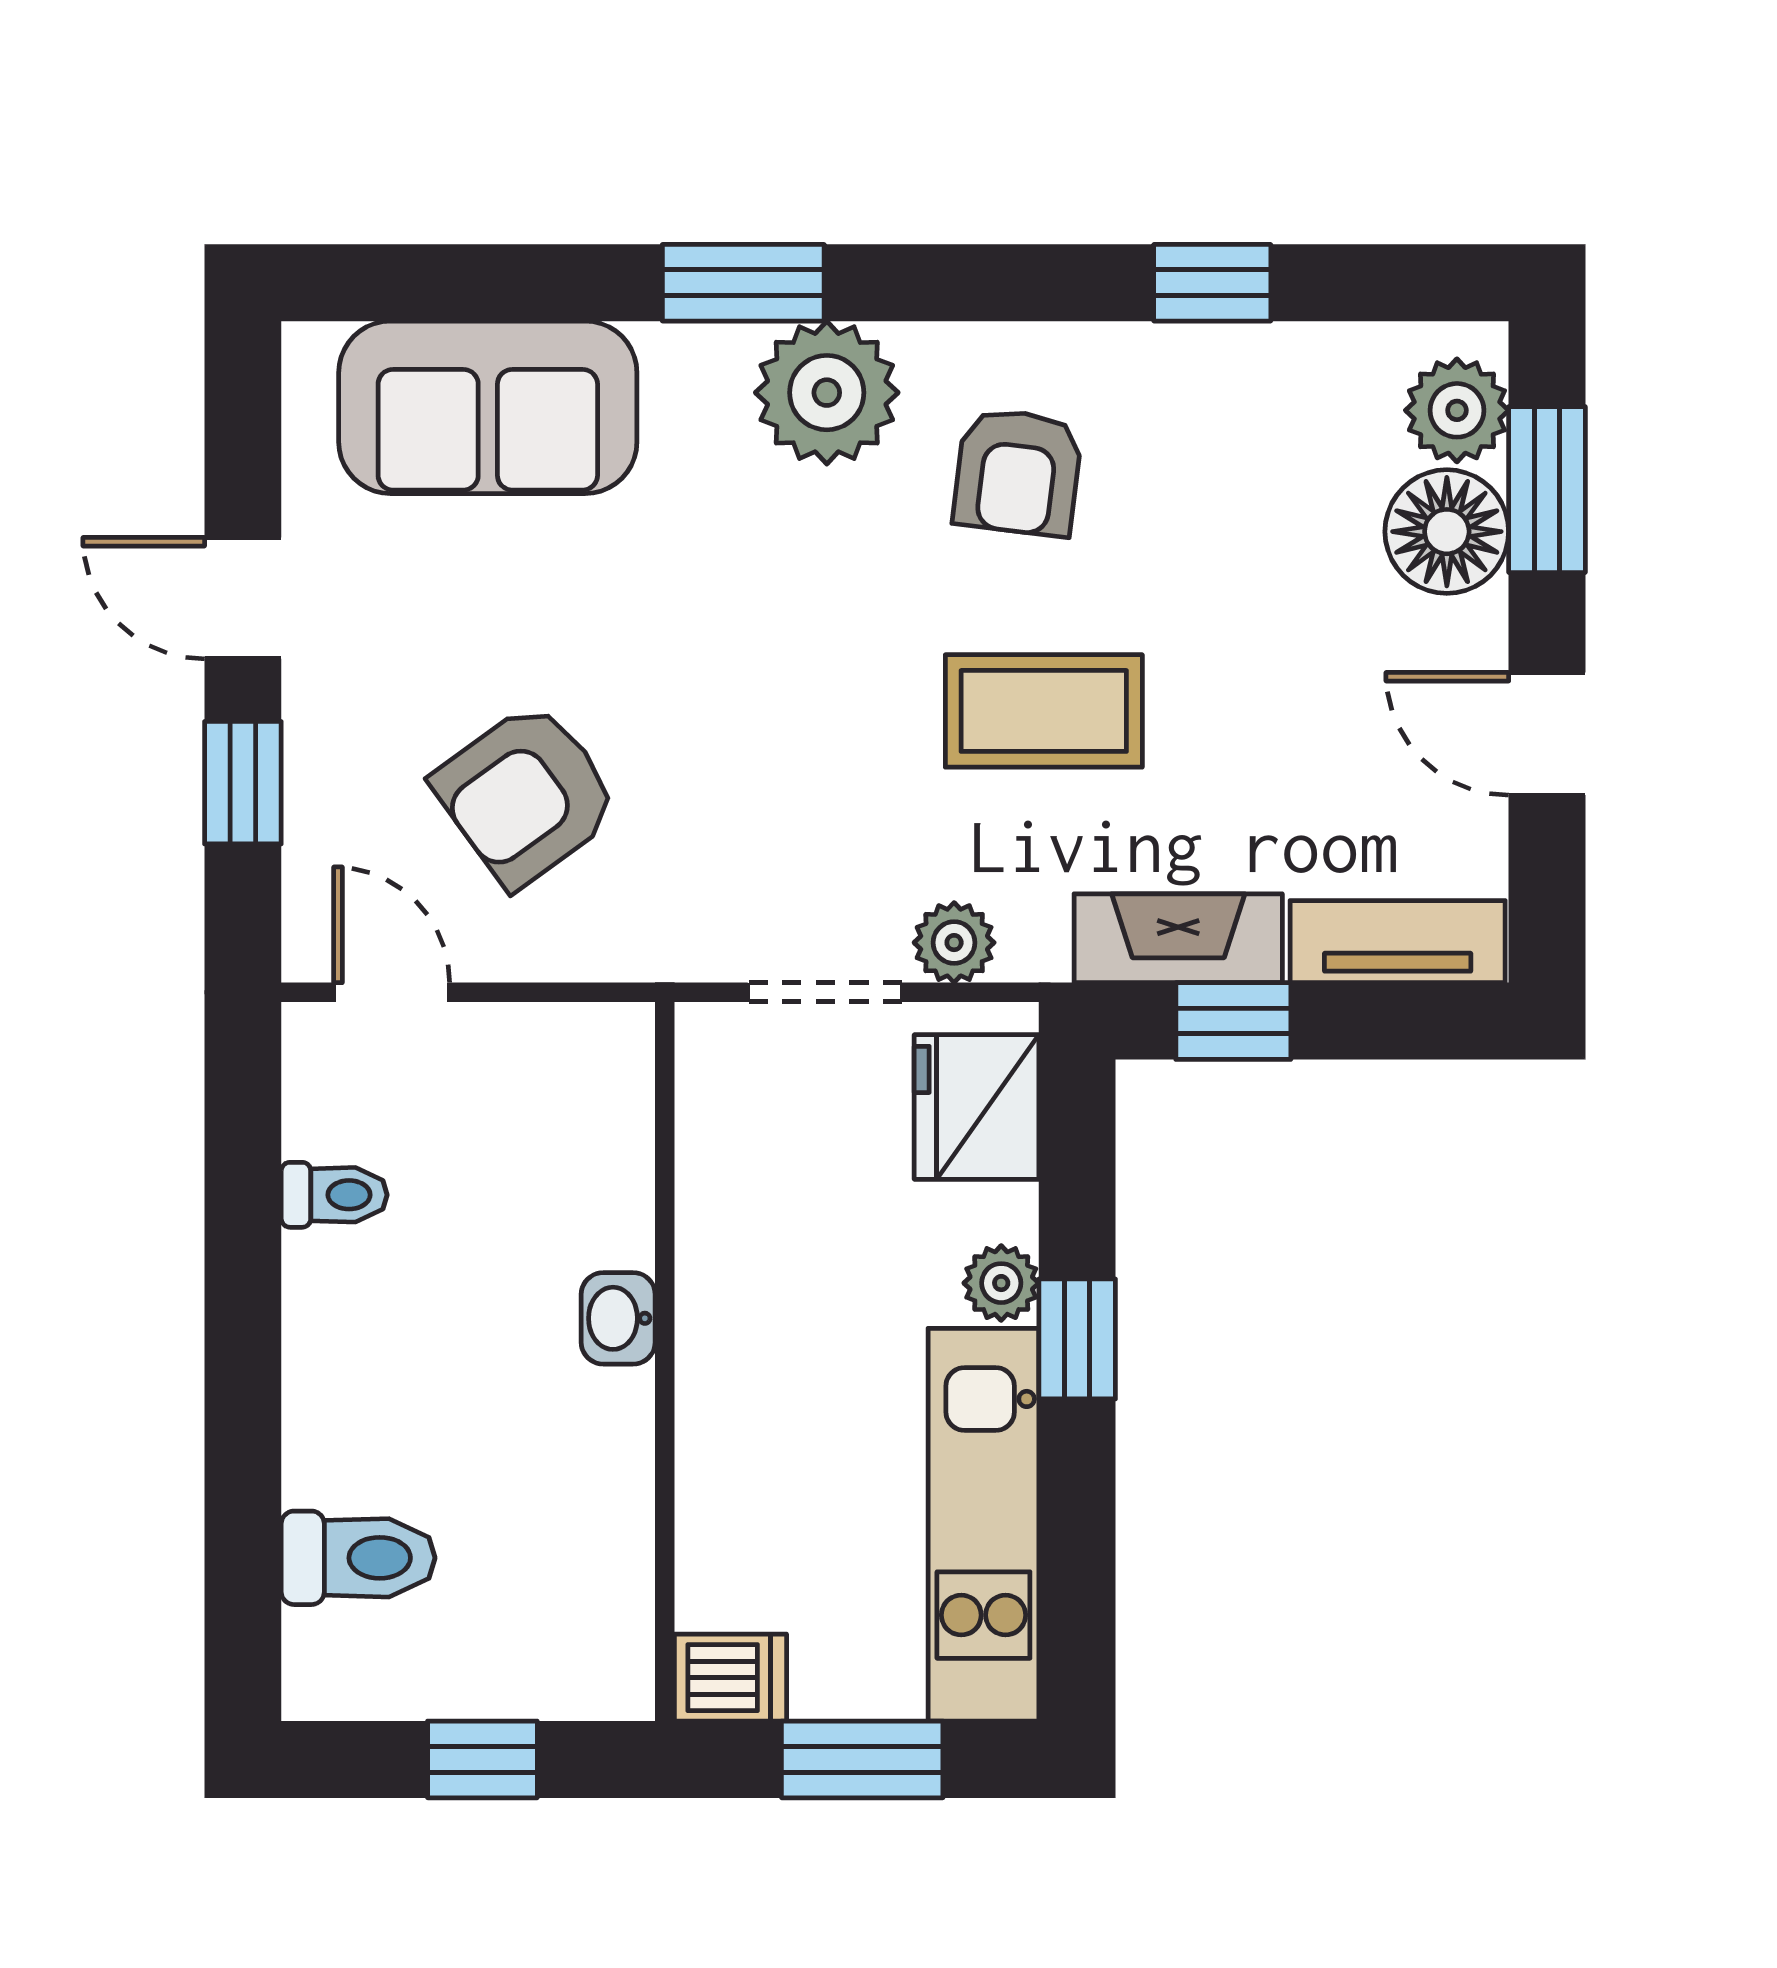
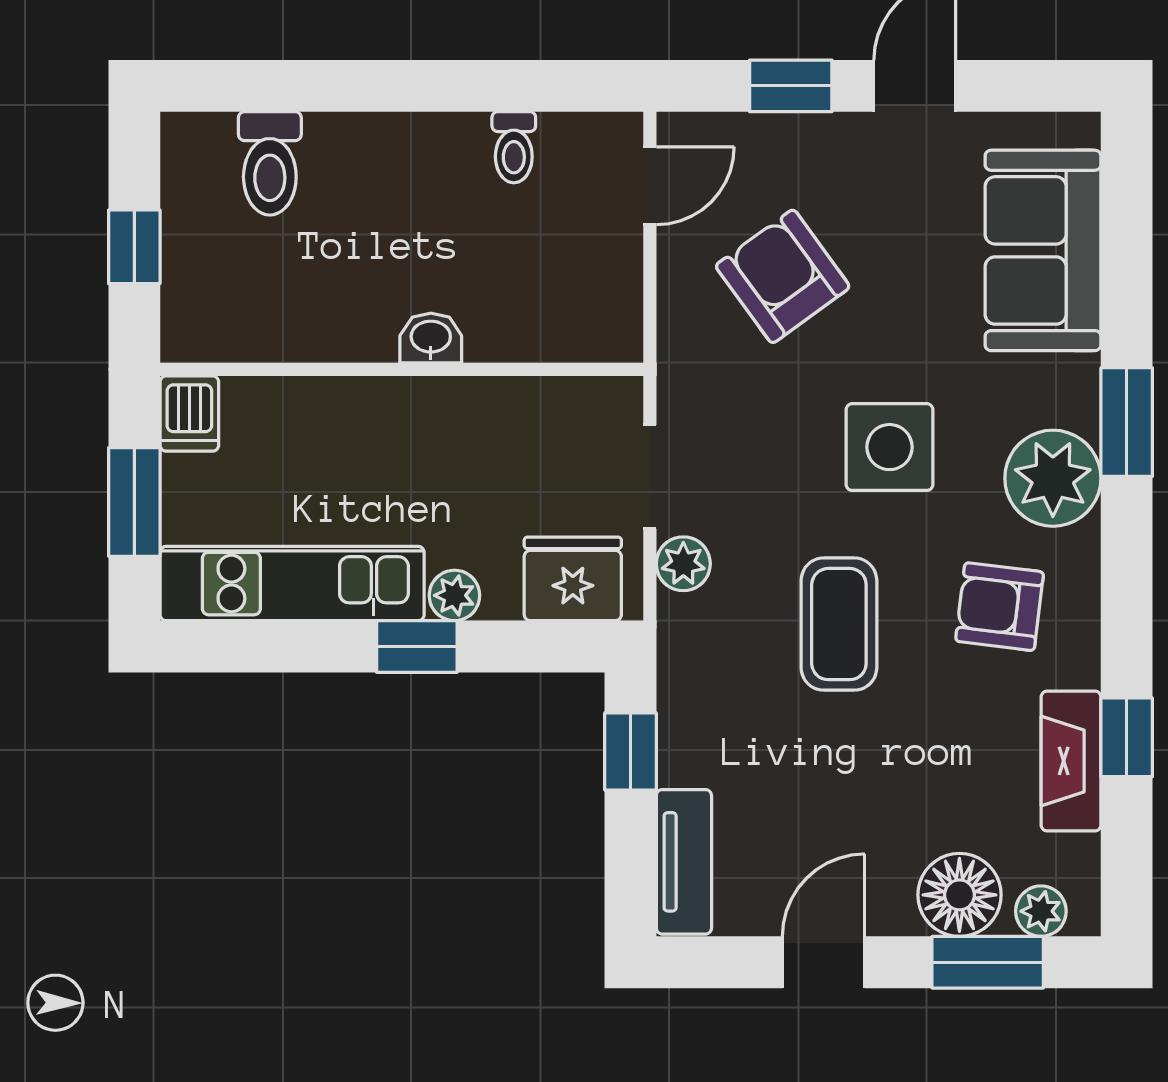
plant: (1457, 410) -> (1041, 911), width x0.73, depth x0.73
side table: (780, 636) -> (890, 447), added
fireplace: (1178, 938) -> (1071, 761), moved, turned 180

